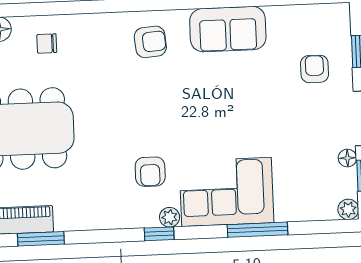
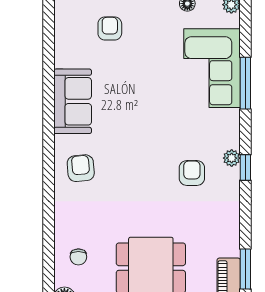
armchair: (315, 69) -> (110, 28), turned 90
armchair: (150, 172) -> (192, 173), turned -90
corner sofa: (226, 192) -> (212, 68), moved

